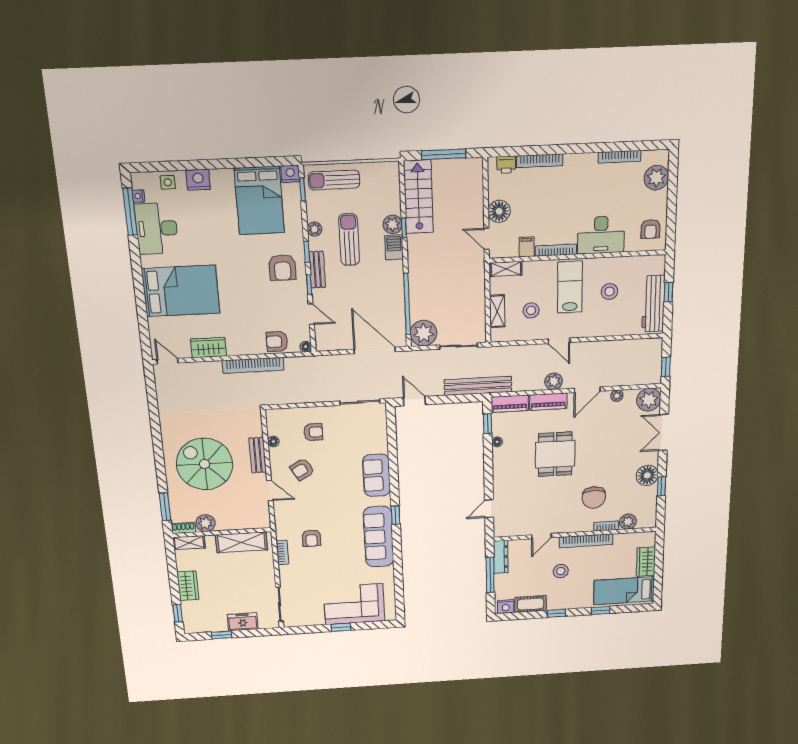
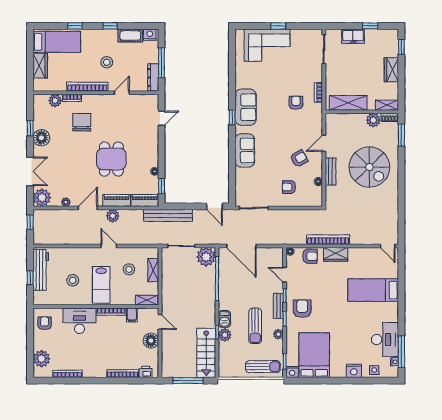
bed: (181, 291) -> (373, 290), width x0.67
wardrobe: (208, 348) -> (336, 254), moved
door: (270, 490) -> (324, 143), hinge flipped
sofa: (379, 537) -> (246, 107), width x0.73

